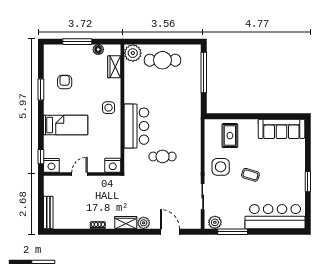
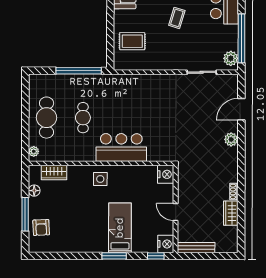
plant: (133, 53) -> (34, 151), width x0.53, depth x0.53
window: (204, 73) -> (79, 71), moved
armchair: (65, 82) -> (41, 227), moved, turned -93
window: (41, 89) -> (114, 256), moved
cafe table: (163, 156) -> (83, 118), moved
side table: (221, 167) -> (168, 52), removed
bench: (48, 212) -> (196, 248), moved
wardrobe: (126, 223) -> (231, 213), moved
window: (233, 232) -> (241, 38), width x1.46

